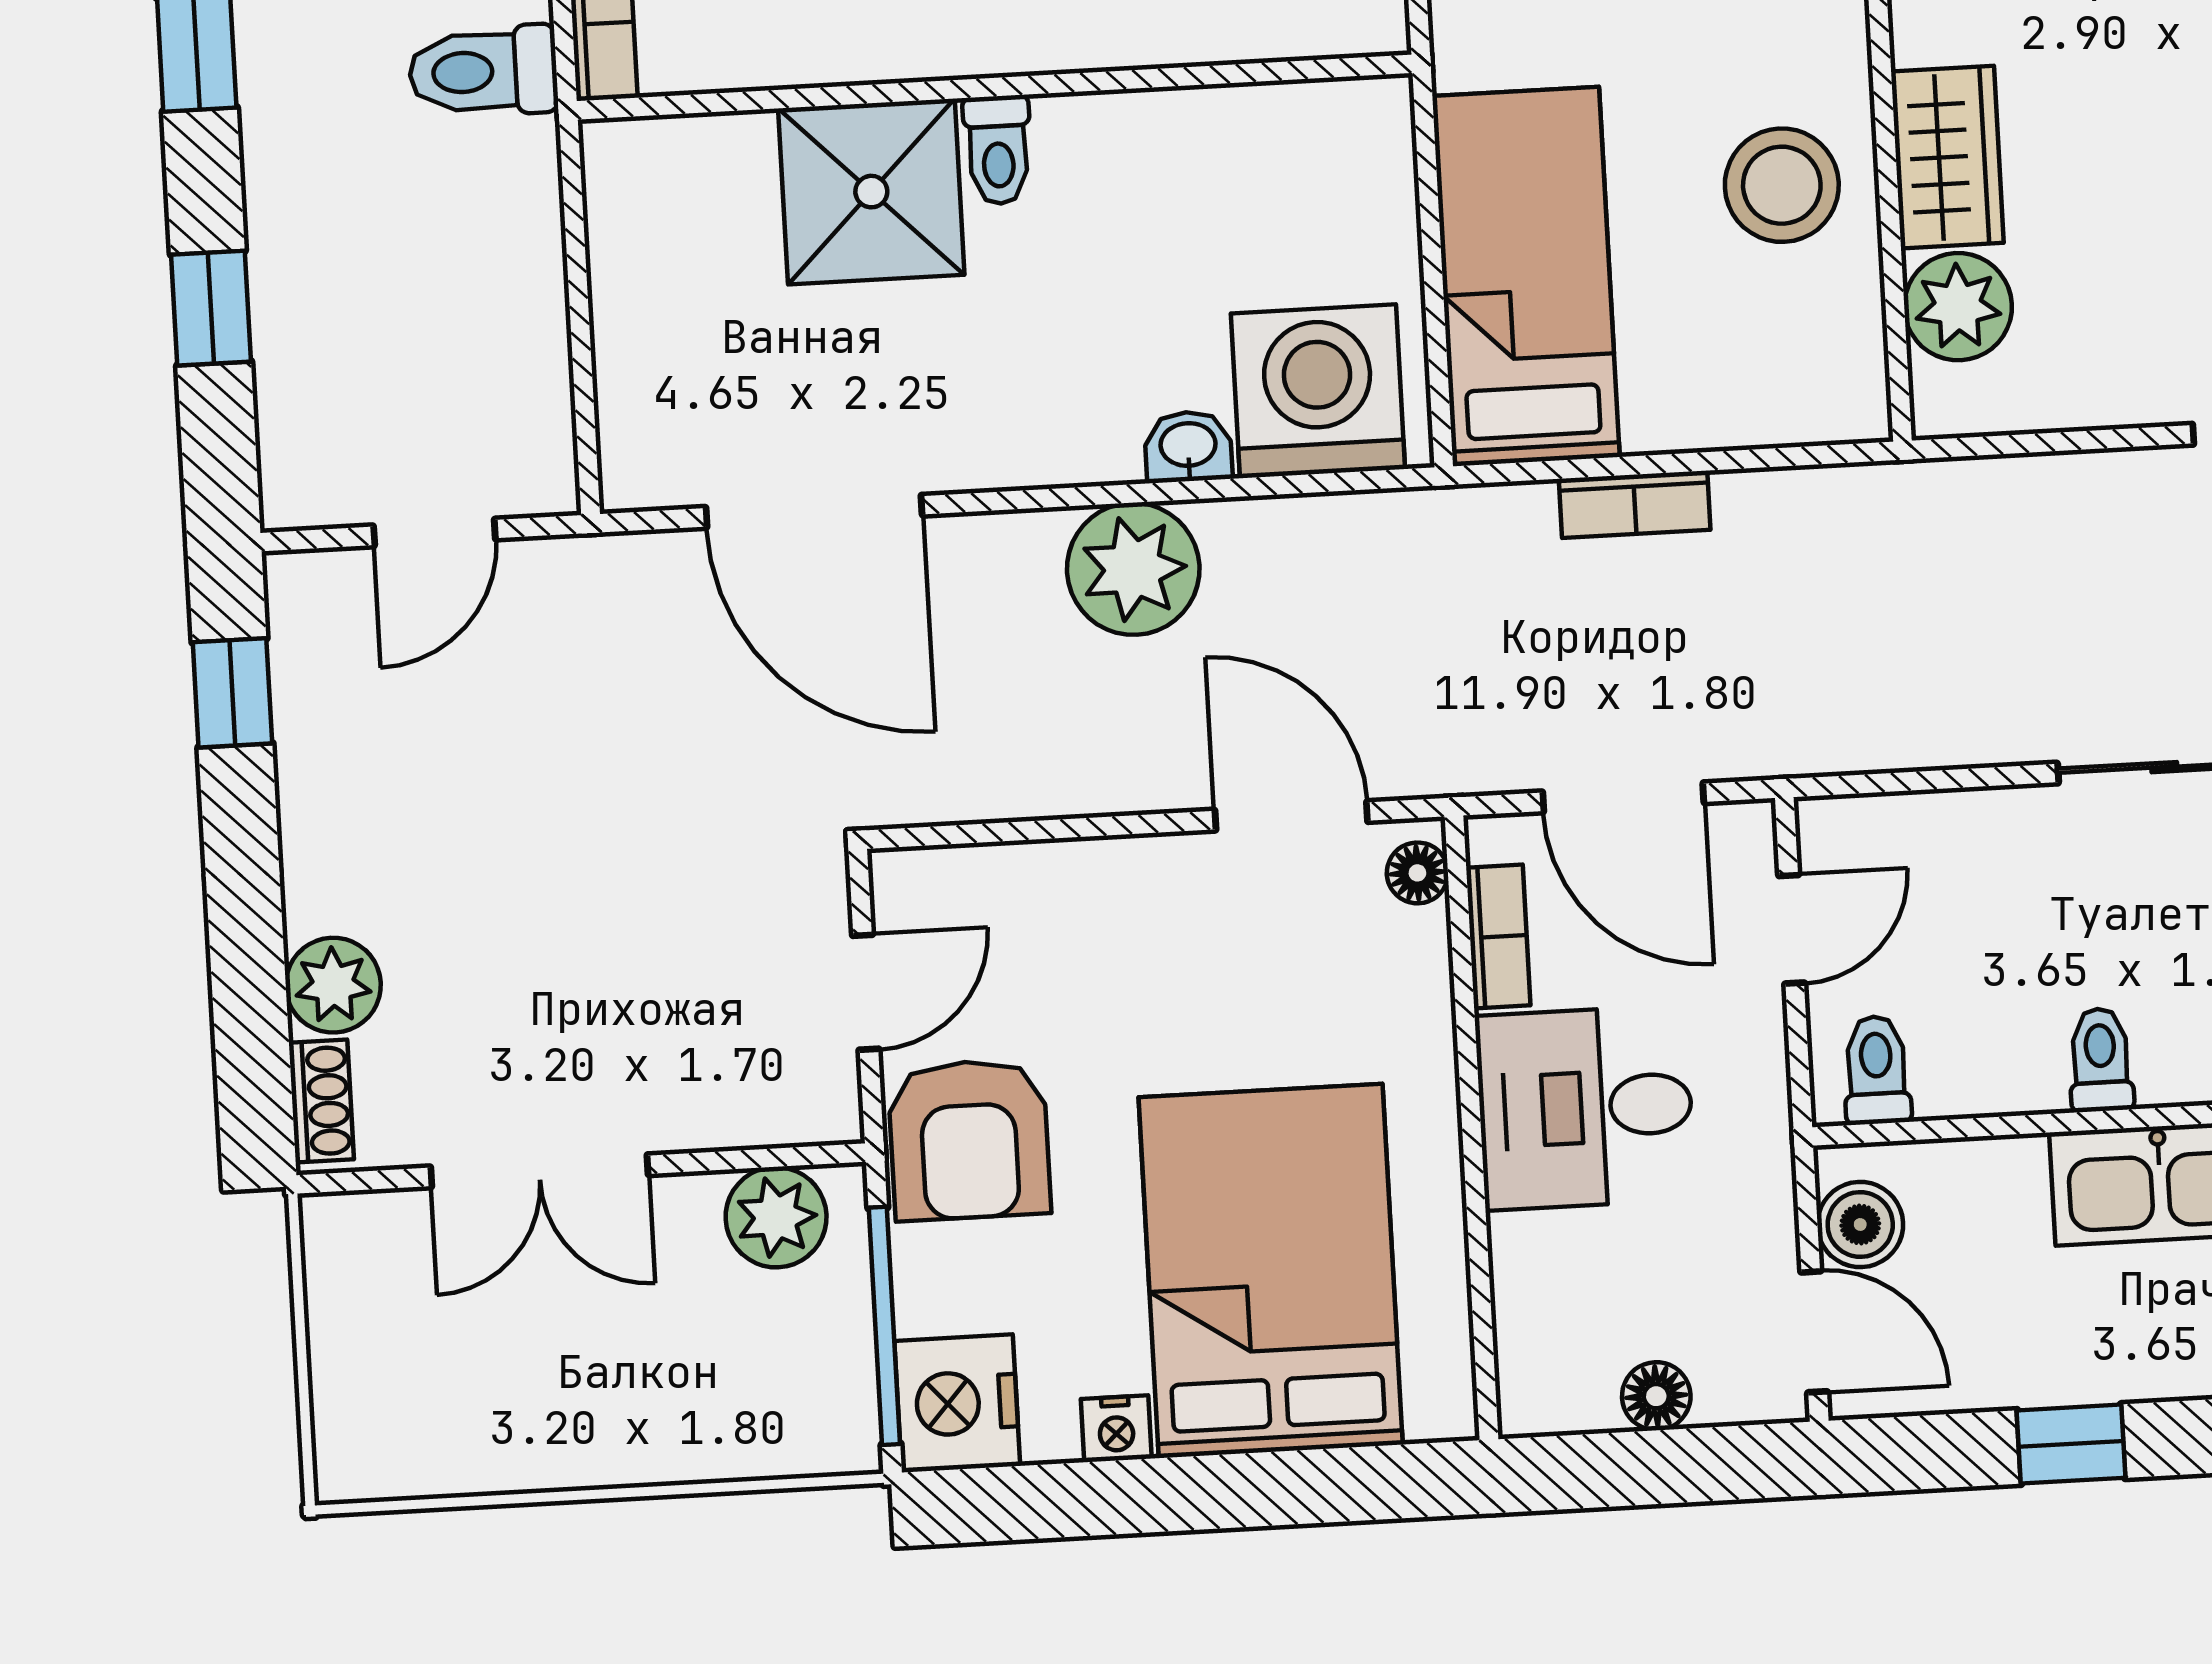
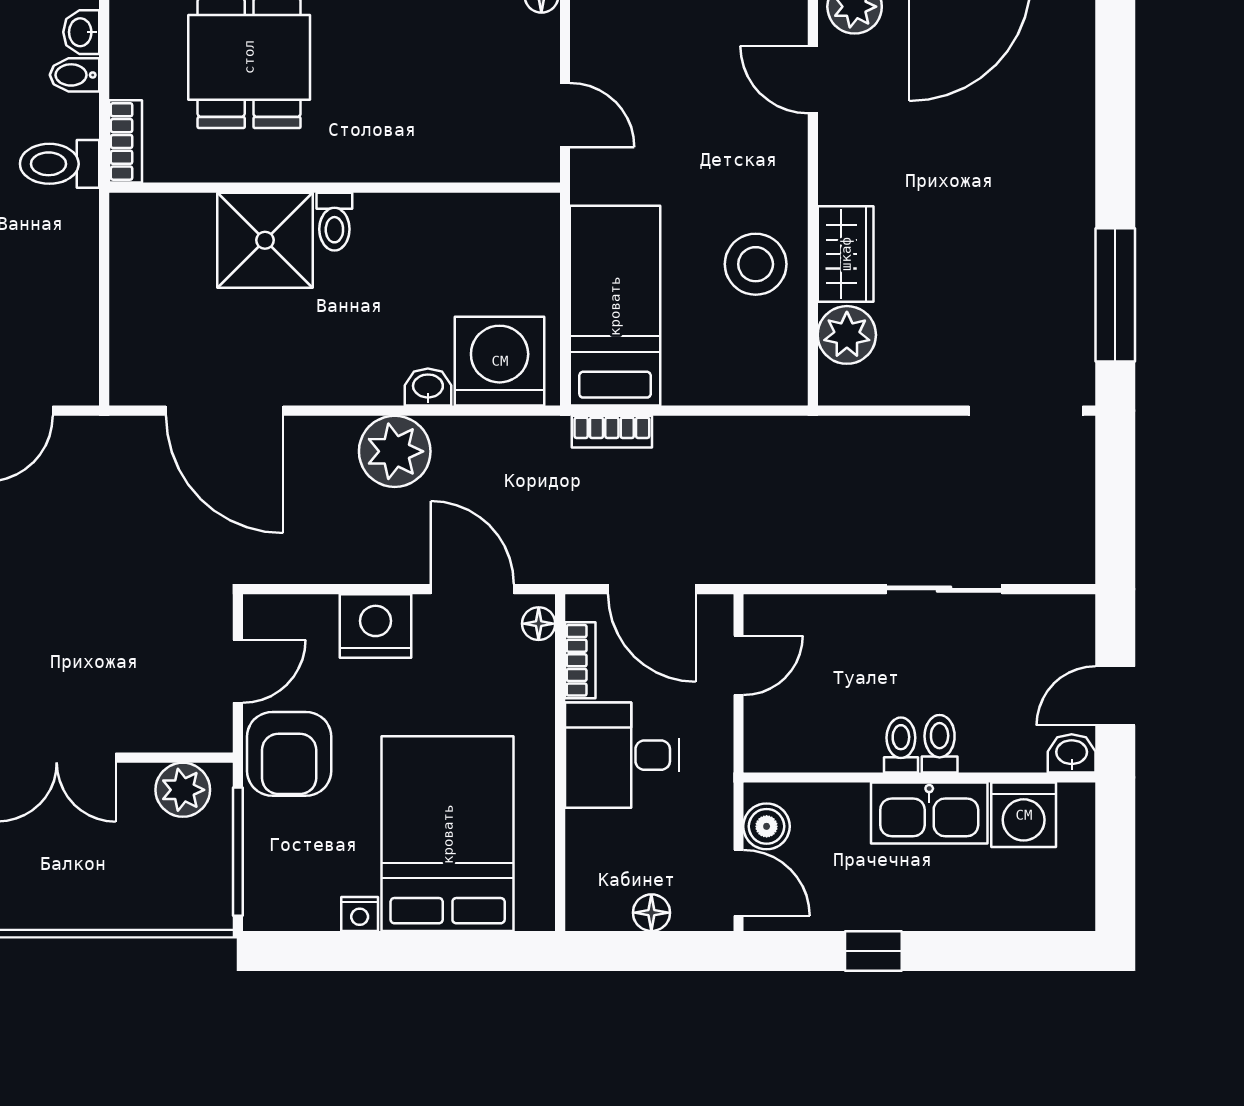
bookcase: (1635, 504) -> (612, 432), moved
toilet: (1877, 1070) -> (940, 744), moved
nightstand: (957, 1403) -> (376, 626), moved, turned 90

